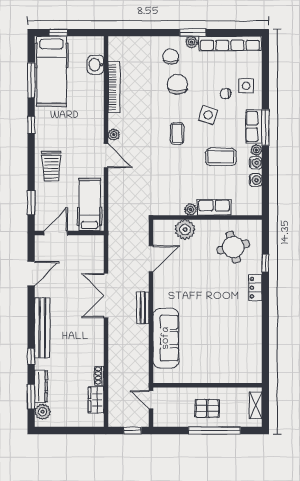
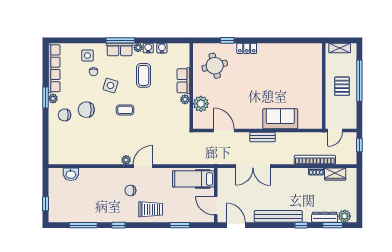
hospital bed: (52, 71) -> (76, 209), removed
bookcase: (114, 87) -> (315, 160), moved
chair: (75, 140) -> (130, 190), added
hospital bed: (90, 205) -> (193, 179), moved
door: (56, 233) -> (216, 206), moved
wall: (69, 233) -> (216, 195), moved
sofa: (166, 338) -> (280, 119), width x0.73

